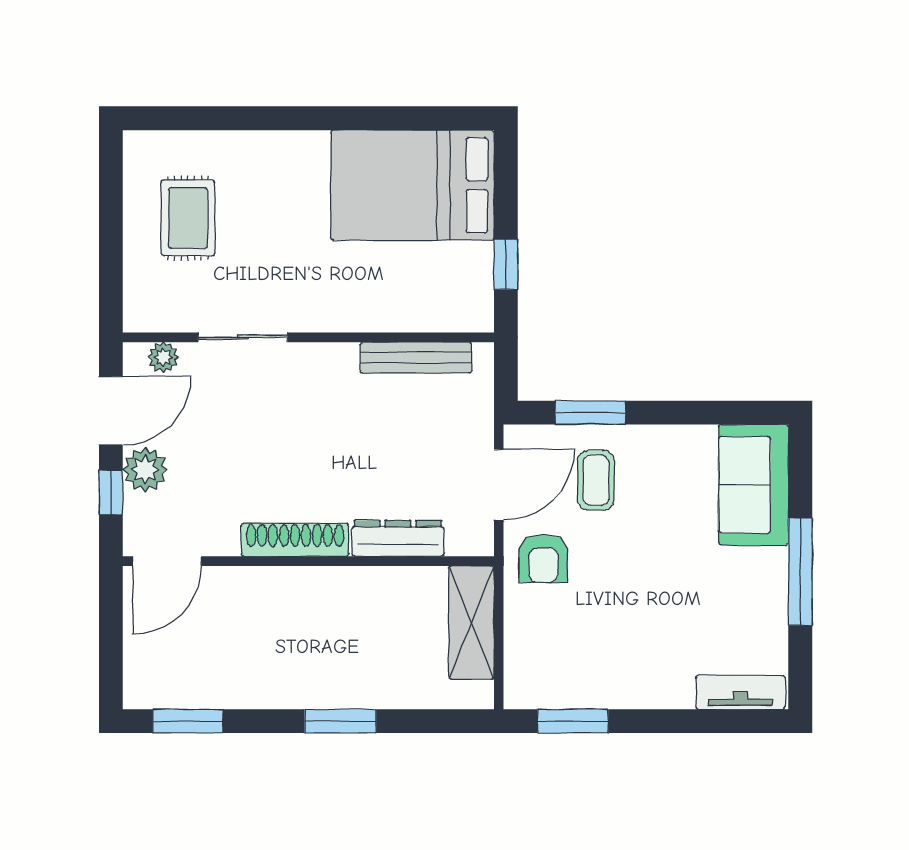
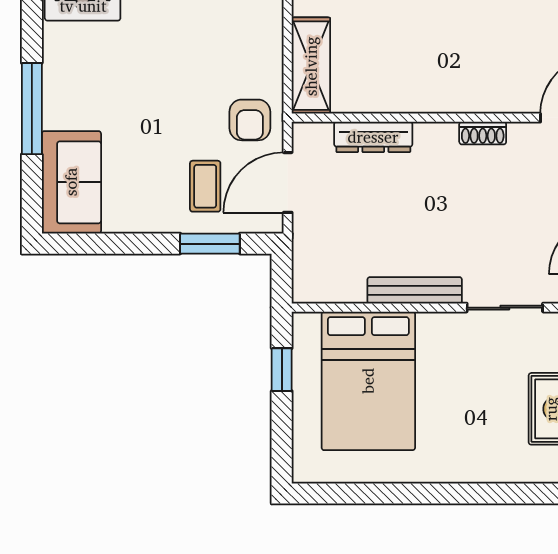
bed: (412, 185) -> (368, 381), moved, turned 90
bench: (416, 358) -> (415, 290), moved
shoe rack: (295, 540) -> (483, 133), width x0.51, depth x0.81
armchair: (543, 558) -> (250, 120), turned 180

